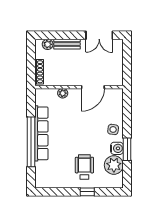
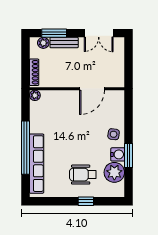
window: (58, 35) -> (54, 33), added
plant: (63, 93) -> (35, 95), moved
row of seats: (41, 133) -> (37, 164), moved
wheelchair: (84, 167) -> (83, 175), turned -90

